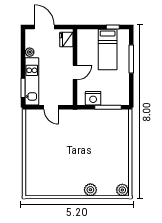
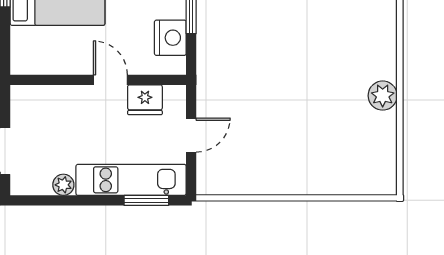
fridge: (66, 40) -> (145, 100), moved
plant: (90, 190) -> (383, 96), moved

